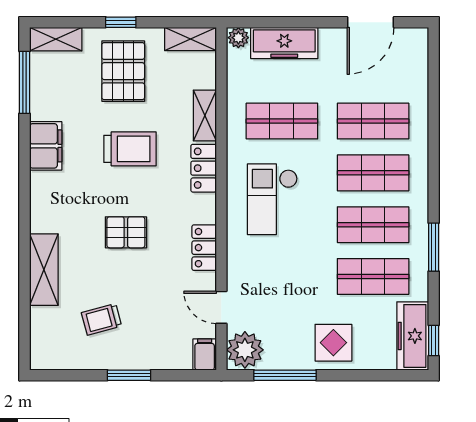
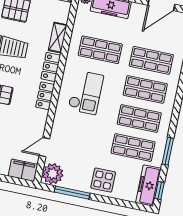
checkout: (272, 199) -> (86, 92), turned 180
window: (434, 247) -> (168, 151), moved
locker: (204, 248) -> (45, 96), moved
door: (221, 307) -> (44, 147), hinge flipped
filing cabinet: (205, 355) -> (23, 170), width x2.00

